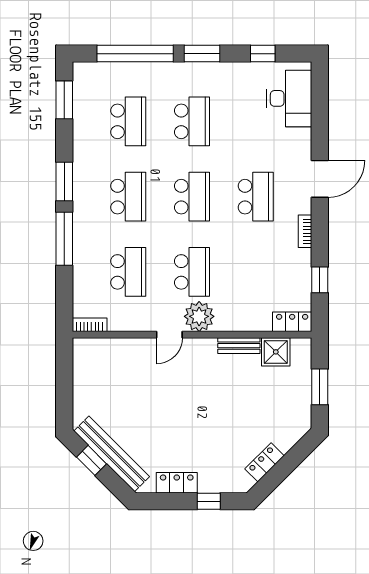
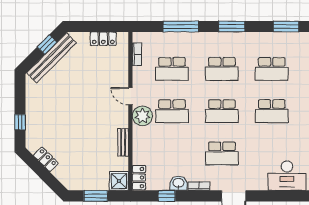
window: (64, 239) -> (181, 27), moved
washbasin: (301, 262) -> (178, 183), added
bookcase: (90, 325) -> (137, 54), moved
shower: (276, 352) -> (119, 181), moved
locker: (177, 483) -> (103, 39), moved, turned 90

